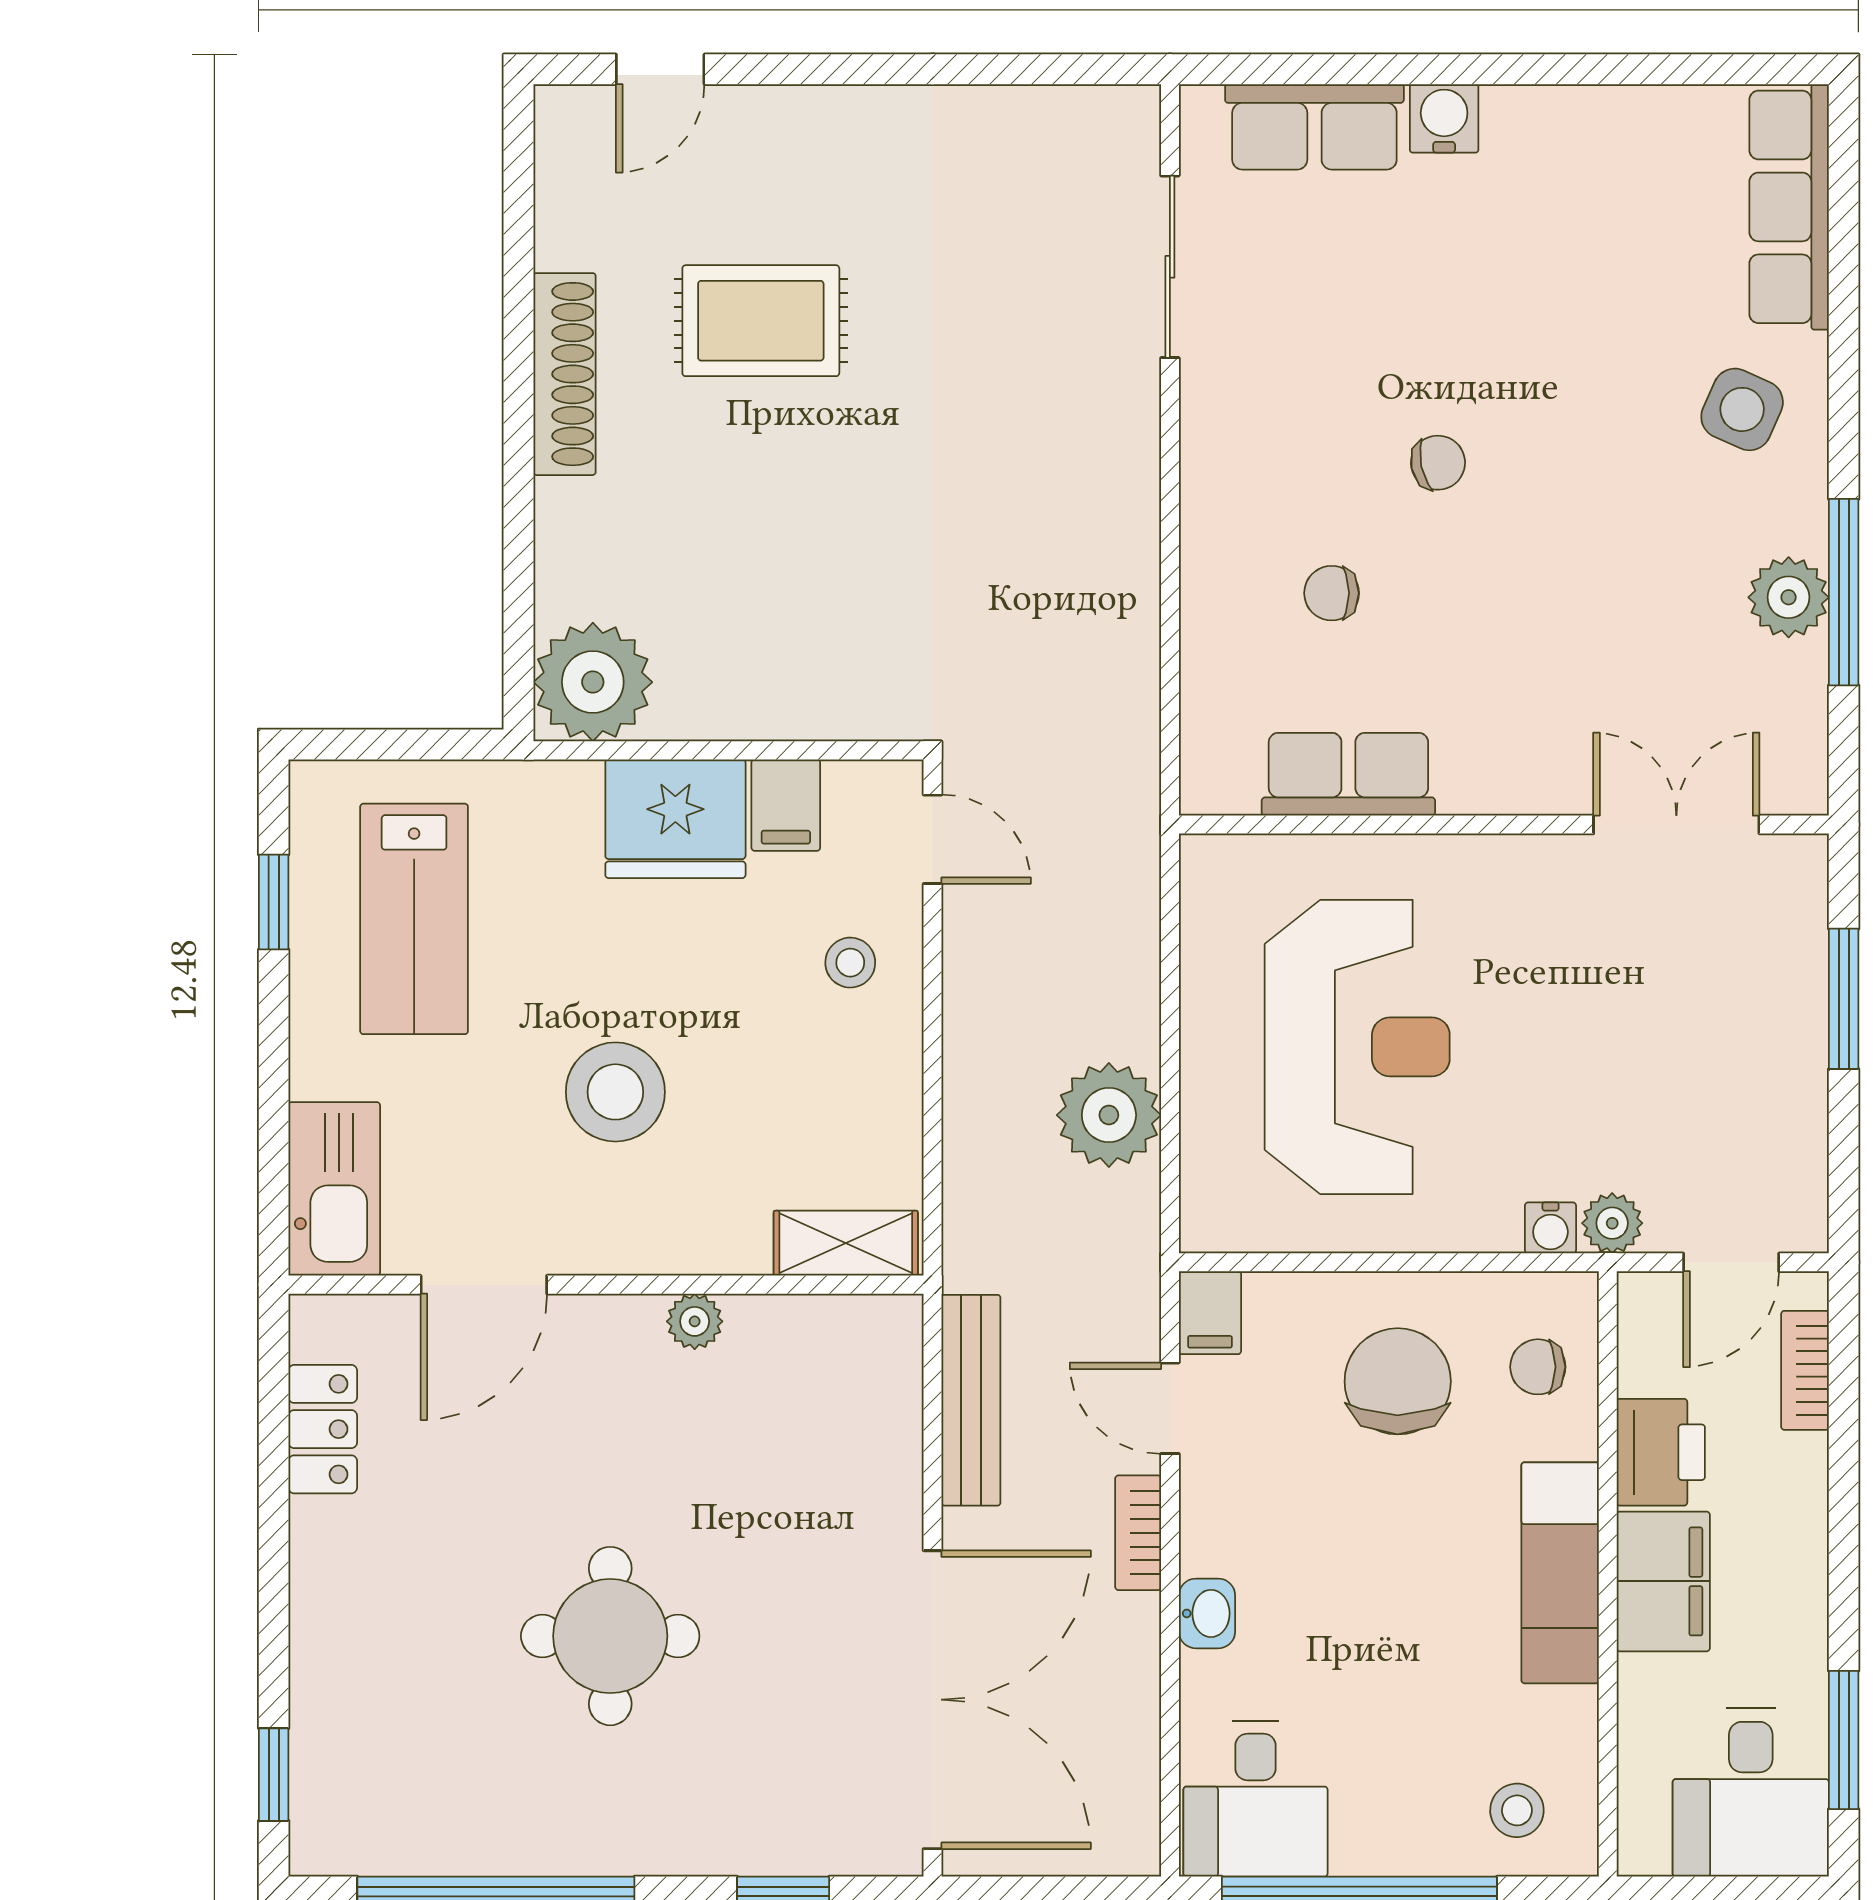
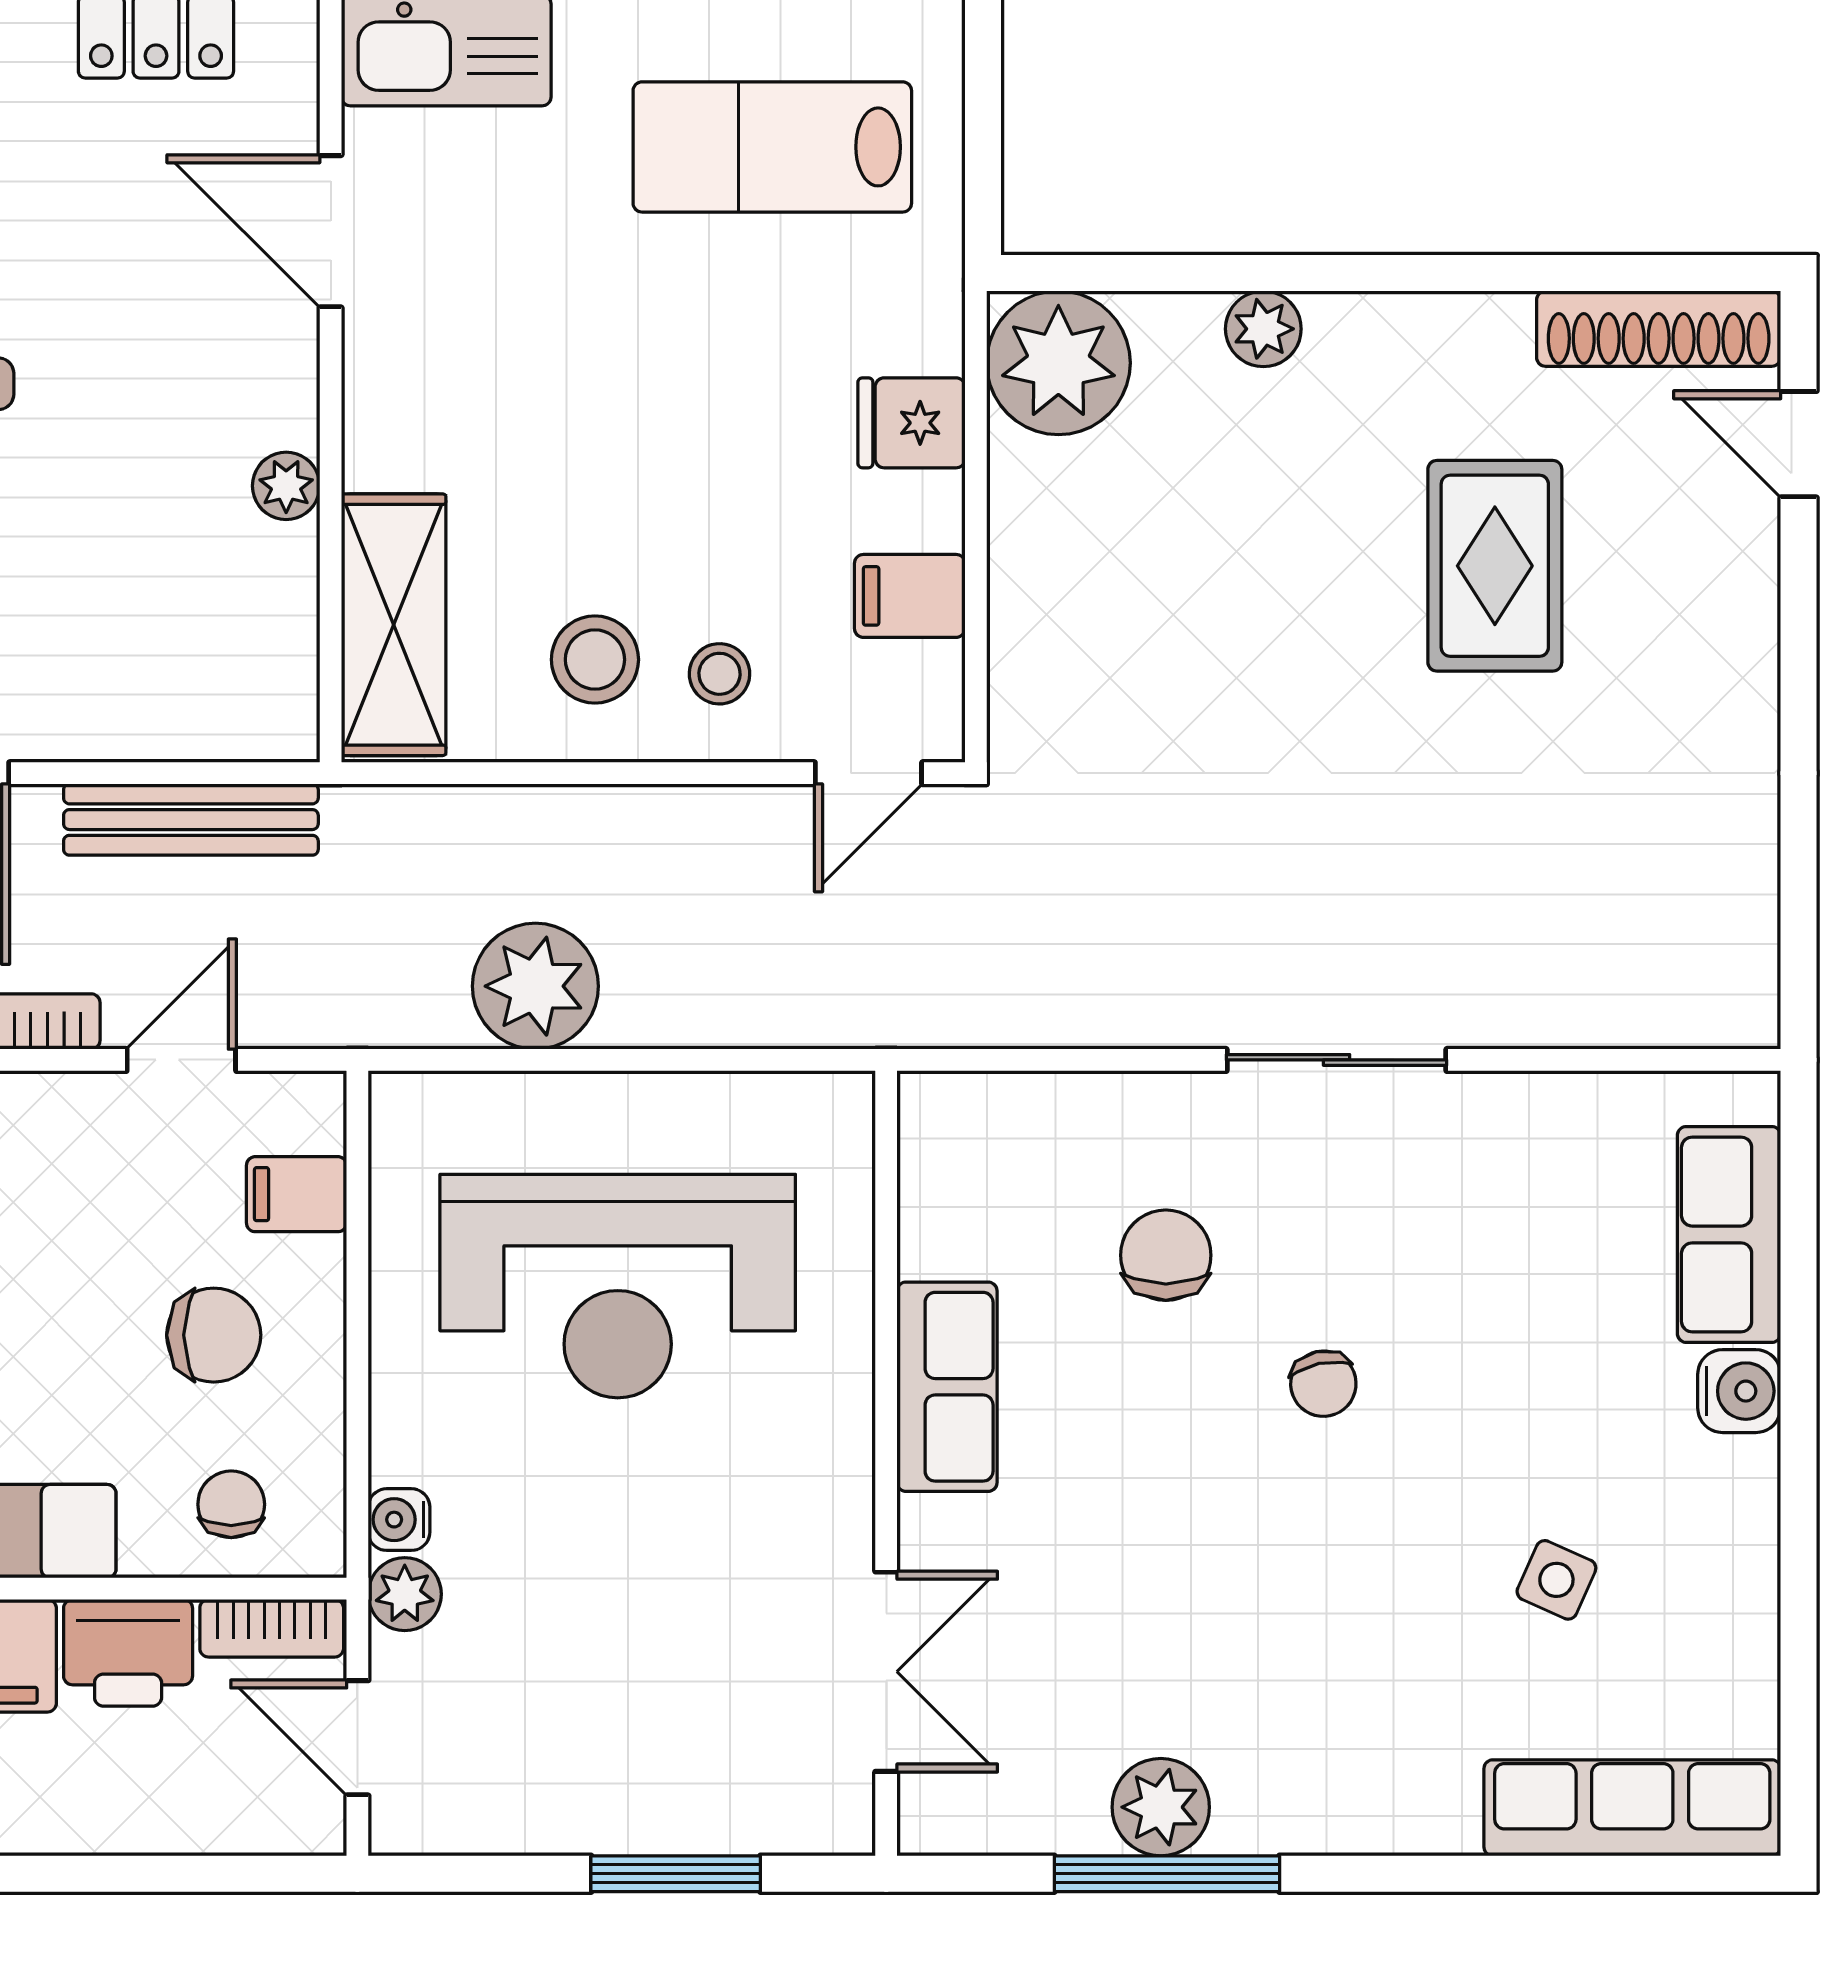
sliding door: (1170, 267) -> (1337, 1060), moved
shoe rack: (565, 374) -> (1659, 329), moved
side table: (1742, 409) -> (1556, 1580), moved, width x0.73, depth x0.73
plant: (565, 512) -> (1263, 329), added
chair: (1332, 593) -> (1166, 1255), width x1.37, depth x1.37
row of seats: (1348, 774) -> (947, 1387), moved
fridge: (675, 819) -> (911, 423), width x0.53, depth x0.75
stool: (615, 1092) -> (595, 660), moved, width x0.73, depth x0.73
shelving: (846, 1243) -> (394, 625), width x1.50, depth x1.33
filing cabinet: (1210, 1313) -> (297, 1194), moved
bookcase: (1805, 1370) -> (272, 1628), moved, turned 180
chair: (1398, 1381) -> (214, 1335), width x0.73, depth x0.73

